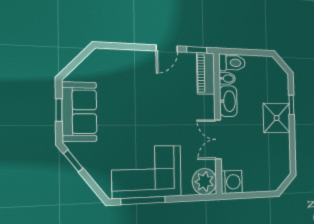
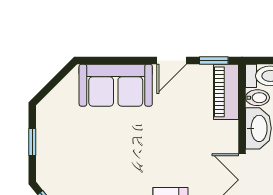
sofa: (79, 112) -> (116, 85), moved, turned 90

